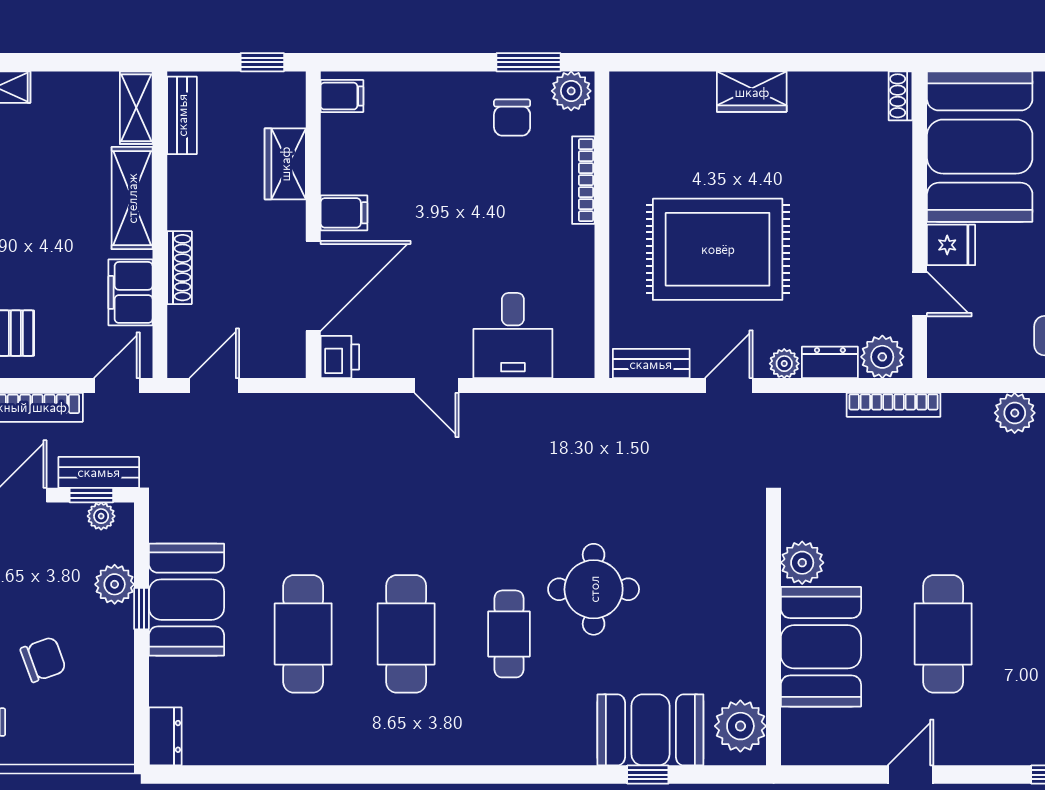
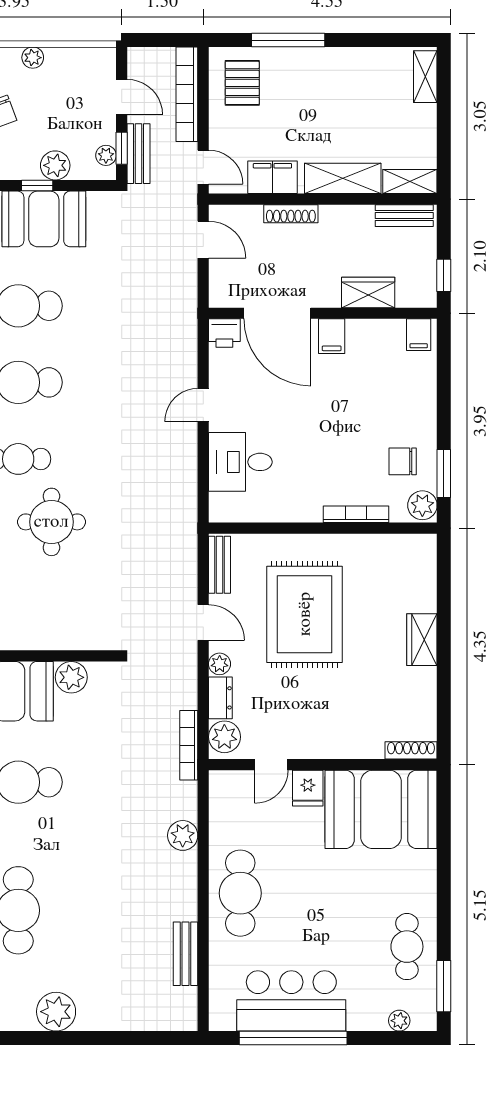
shoe rack: (900, 96) -> (411, 750), width x1.43

